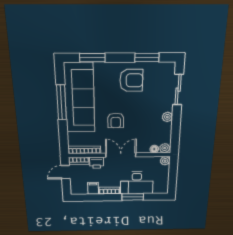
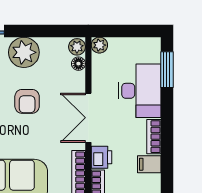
plant: (167, 117) -> (24, 52), width x1.87, depth x1.87
armchair: (116, 120) -> (27, 101), moved, turned 90
window: (133, 197) -> (167, 70), moved

